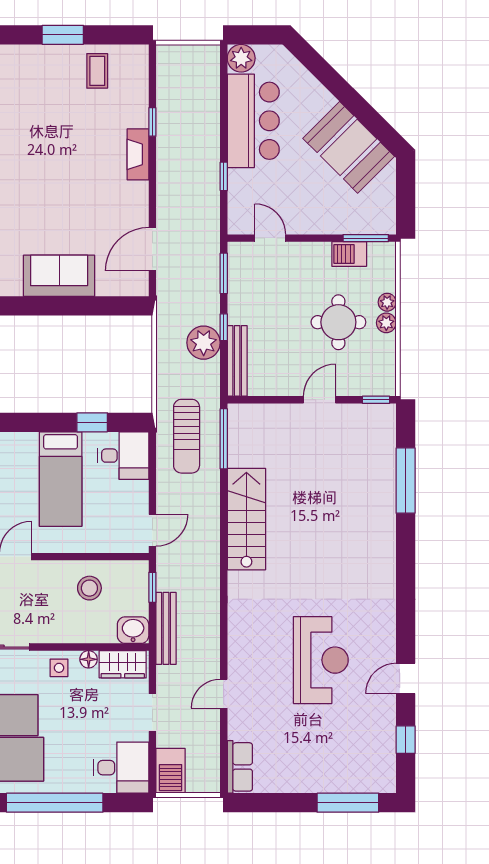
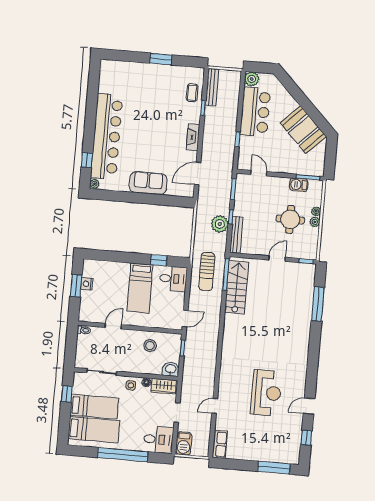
coffee table: (97, 71) -> (192, 93), moved
fireplace: (138, 154) -> (193, 137), moved
stairs: (246, 519) -> (237, 287), moved
bench: (166, 628) -> (212, 87), moved

